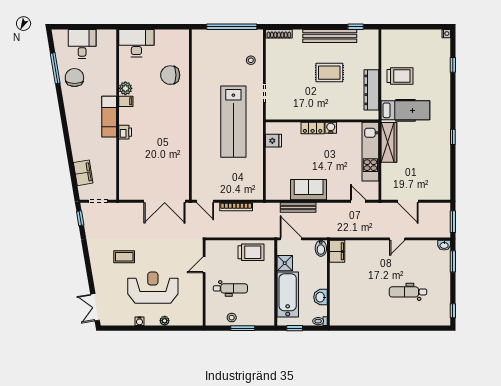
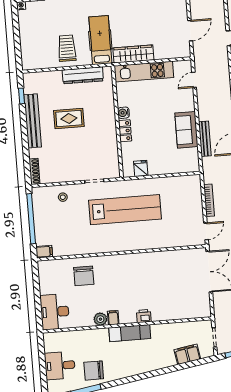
filing cabinet: (198, 37) -> (44, 252), added
rug: (329, 73) -> (69, 118), turned 90

